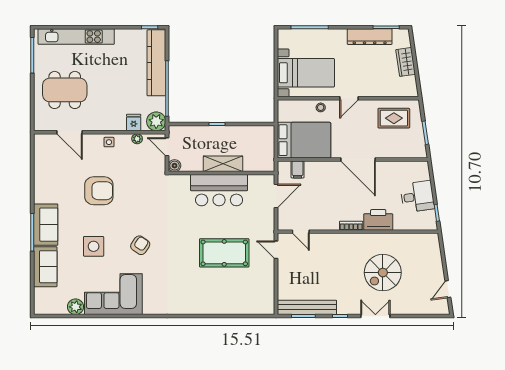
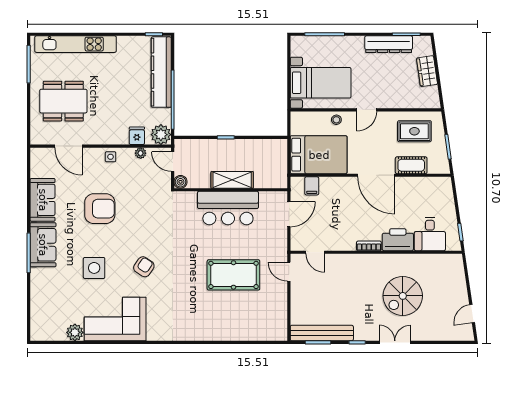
cot: (391, 150) -> (411, 165), added
desk: (417, 197) -> (430, 234), moved, turned 98
sofa: (45, 267) -> (43, 200), moved

